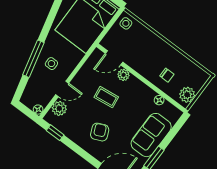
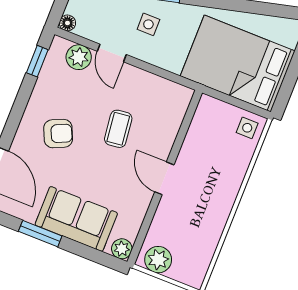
door: (114, 58) -> (164, 178), moved
plant: (123, 75) -> (122, 249), moved
chair: (167, 75) -> (181, 218), removed
floor lamp: (159, 100) -> (137, 216), removed

